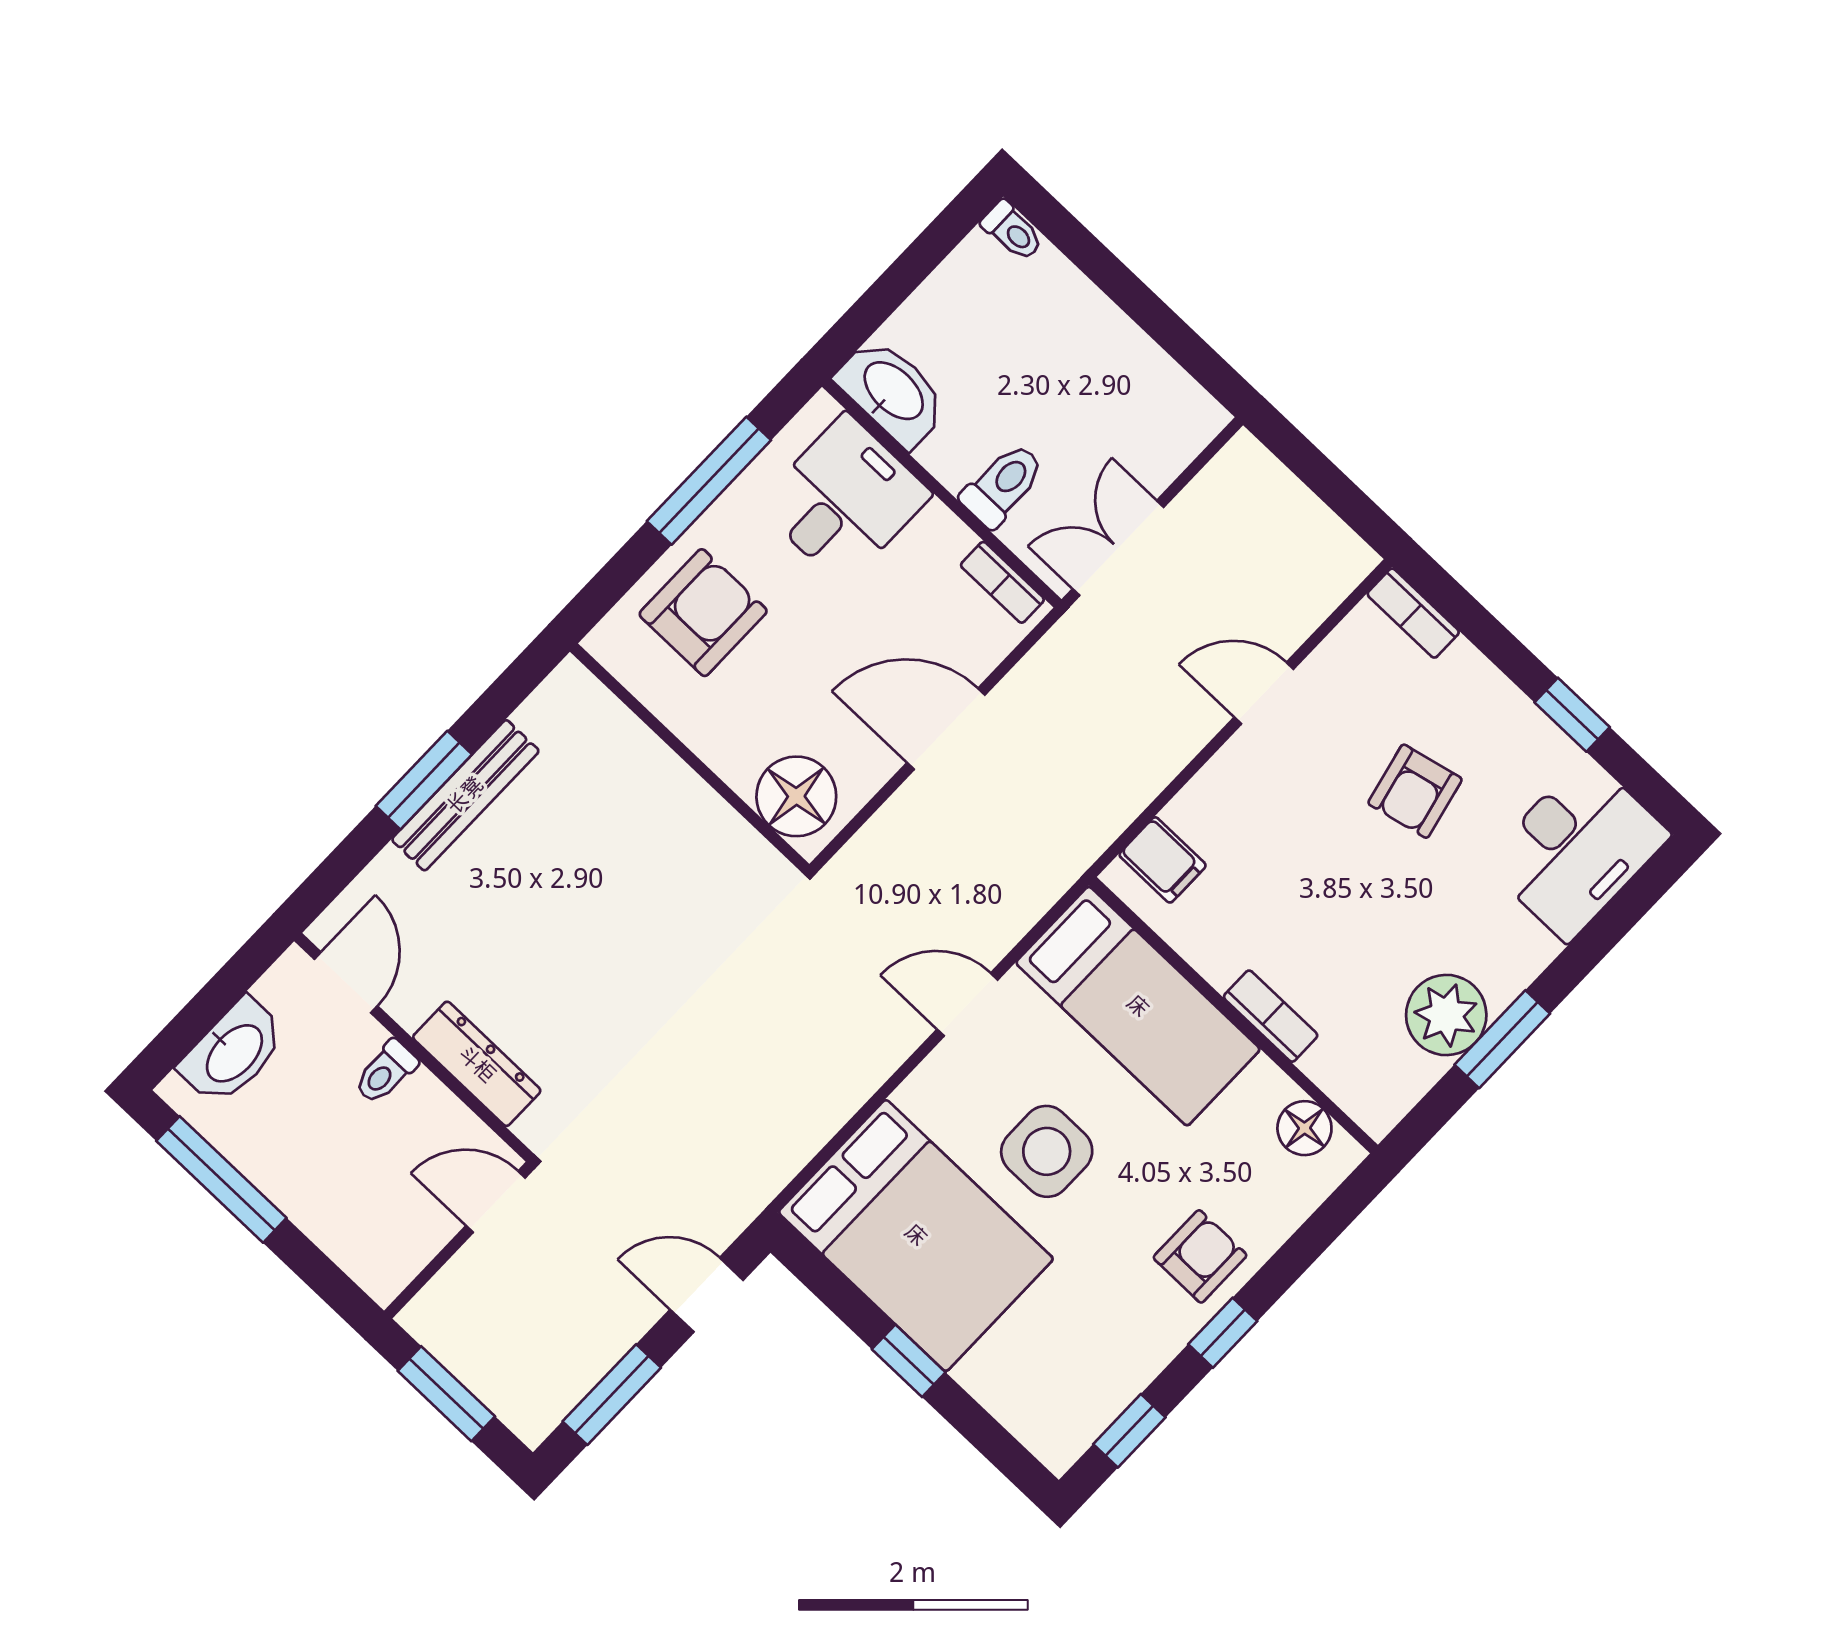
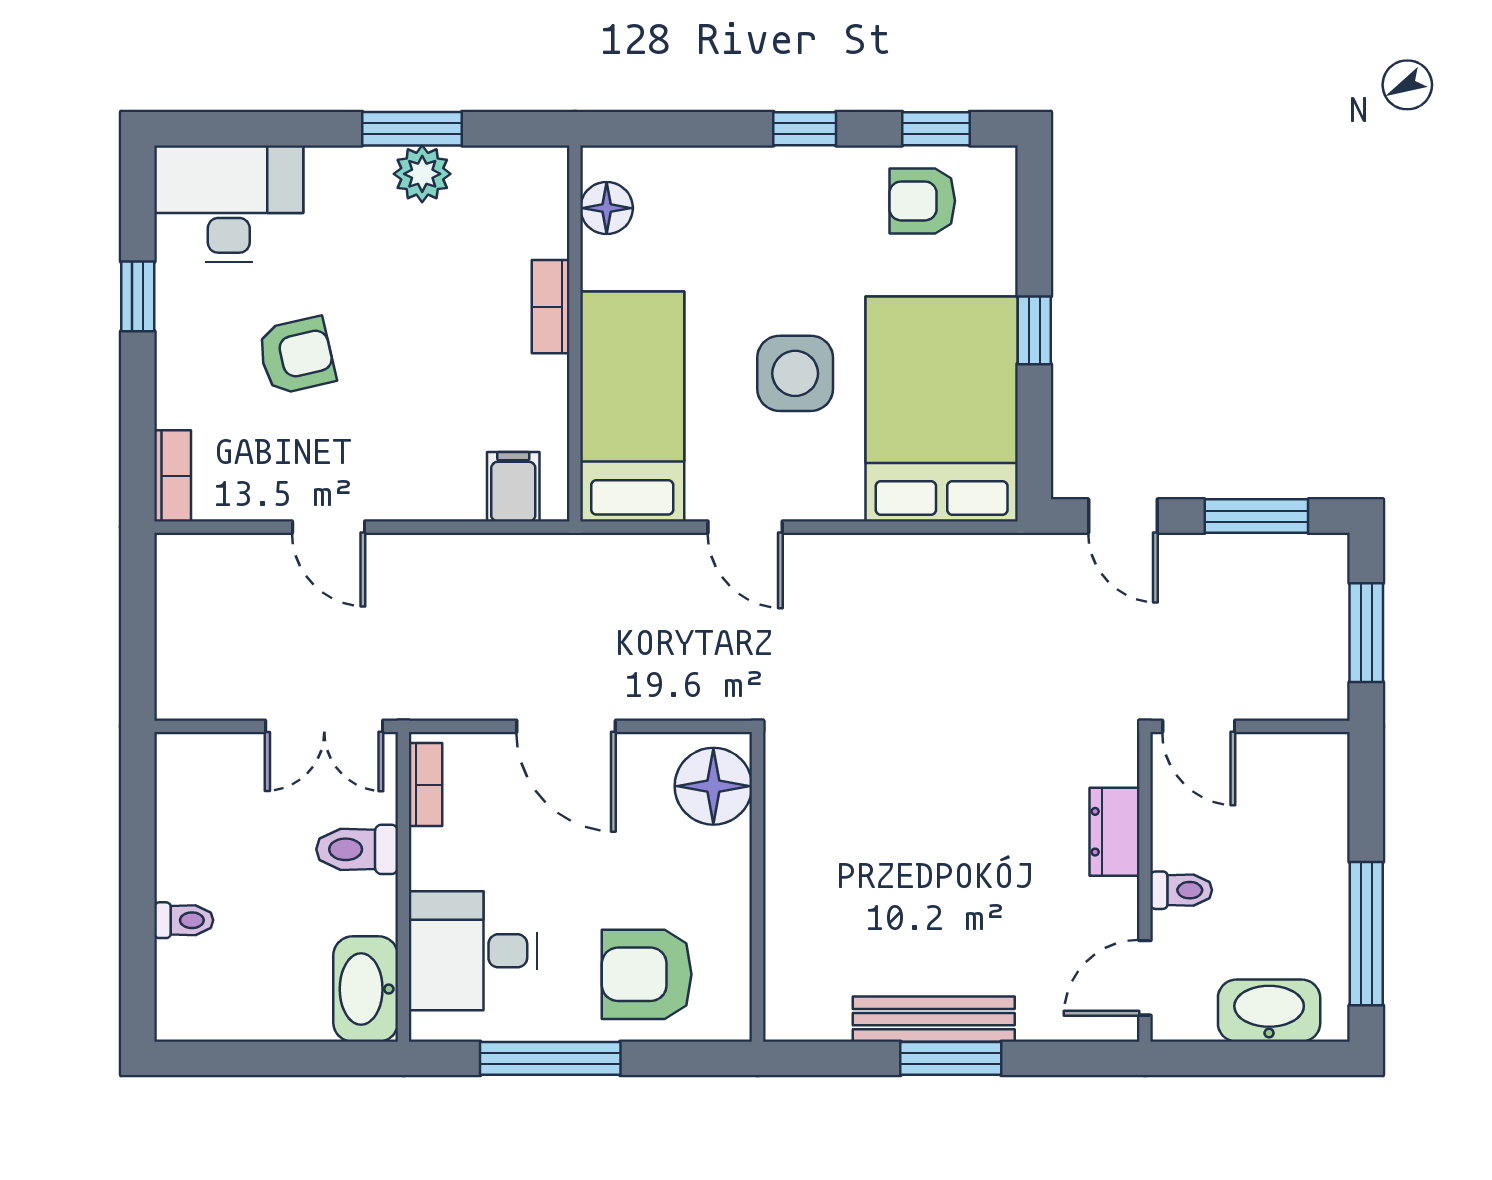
toilet: (1012, 231) -> (184, 920), moved, turned 90
plant: (1446, 1015) -> (422, 174), width x0.73, depth x0.73
dresser: (477, 1064) -> (1114, 832), width x0.70
armchair: (1200, 1256) -> (922, 201), moved

